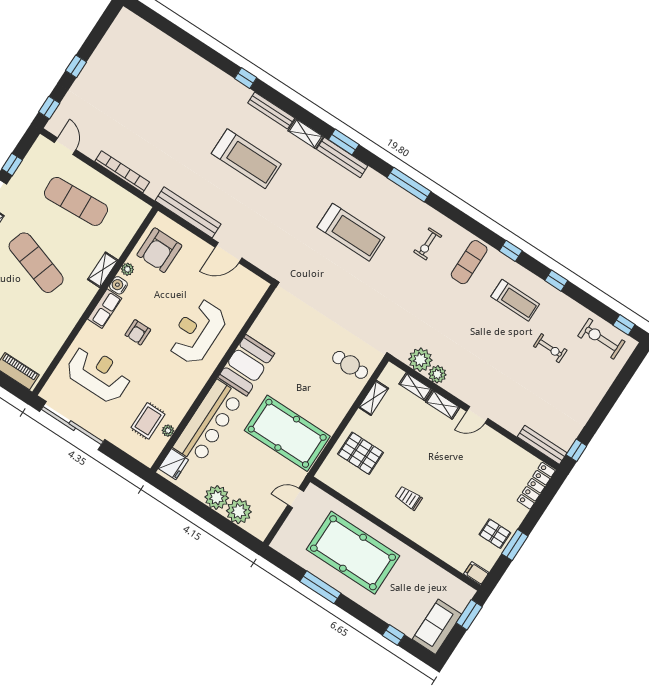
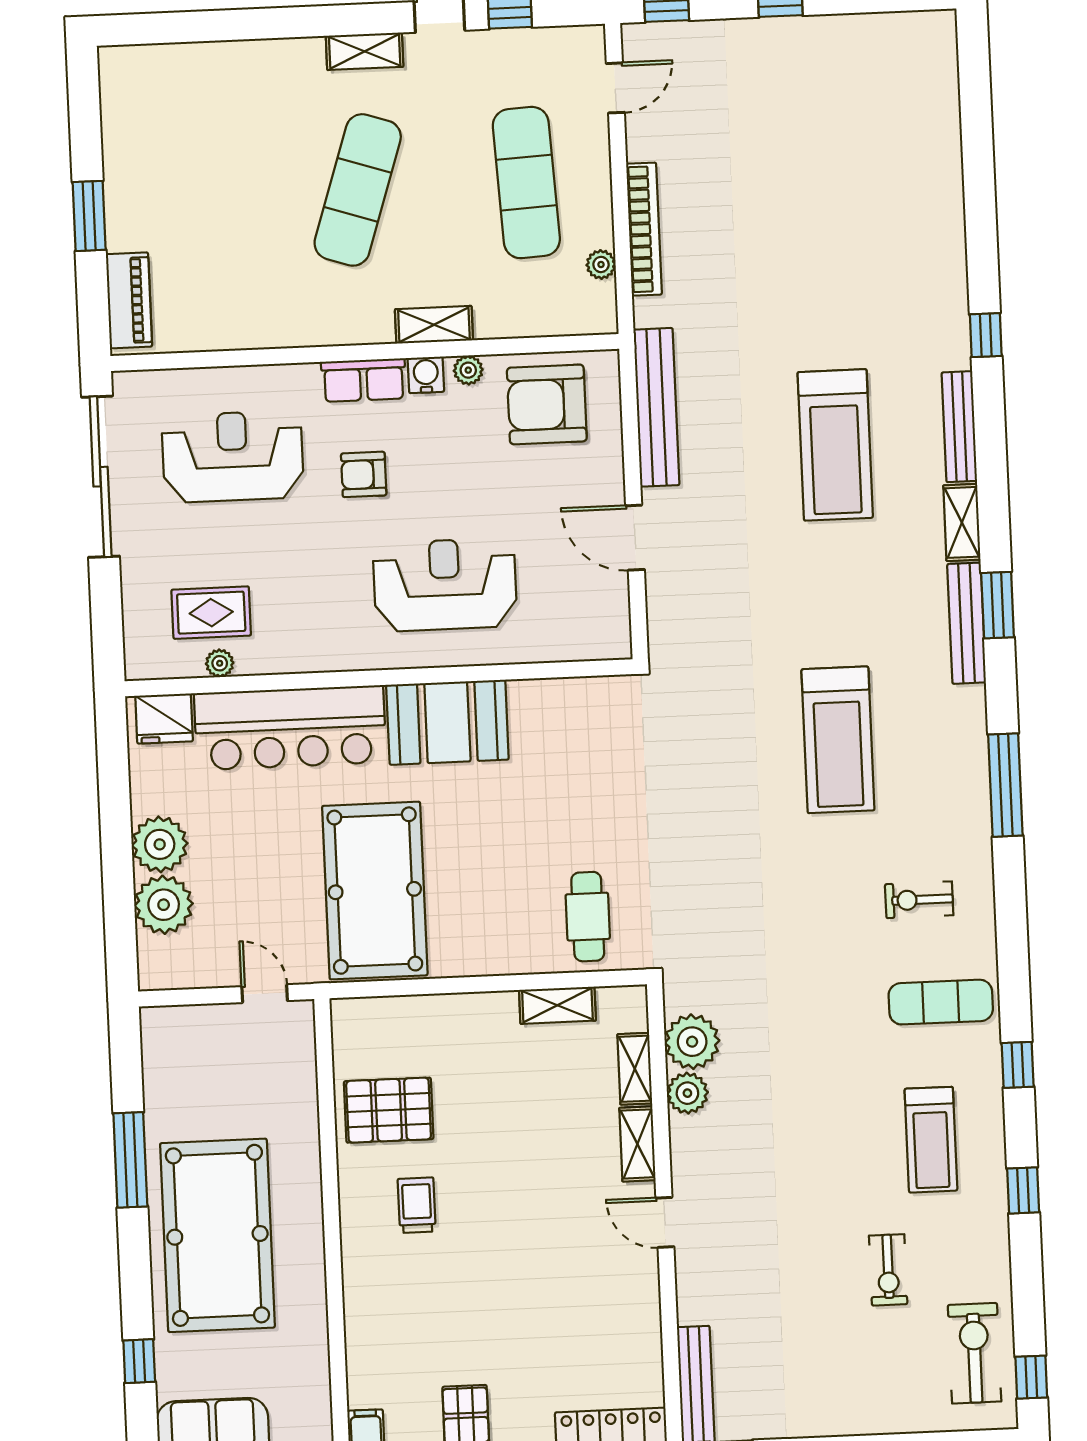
plant: (124, 196) -> (601, 265), added
reception desk: (98, 374) -> (233, 457), turned -90
pallet: (361, 453) -> (389, 1110), moved, turned 90
pool table: (353, 553) -> (217, 1235), moved

